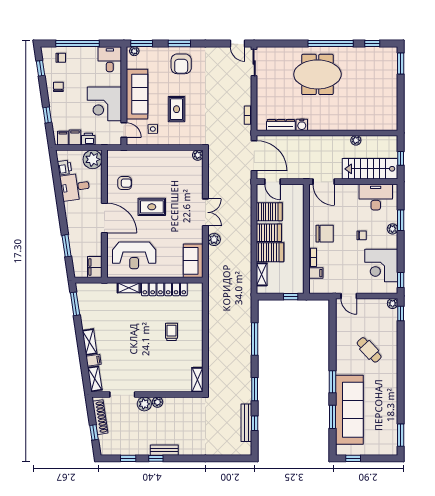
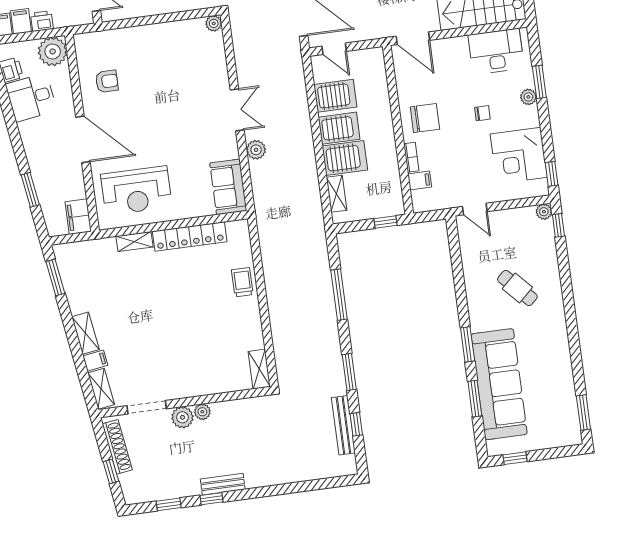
rug: (152, 207) -> (153, 112), removed
trolley: (172, 332) -> (242, 282), moved

